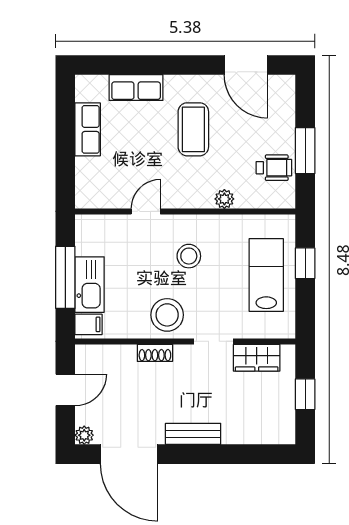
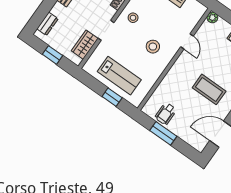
plant: (224, 199) -> (212, 18), moved
stool: (167, 315) -> (133, 18), width x0.53, depth x0.53
dresser: (265, 434) -> (47, 24), added

